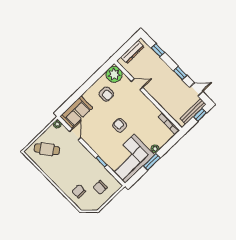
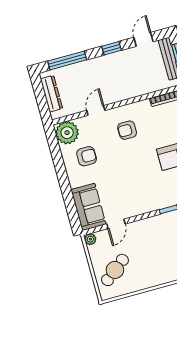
window: (158, 50) -> (67, 60), width x2.17
armchair: (120, 125) -> (127, 130), moved
door: (75, 134) -> (116, 224), swing flipped

